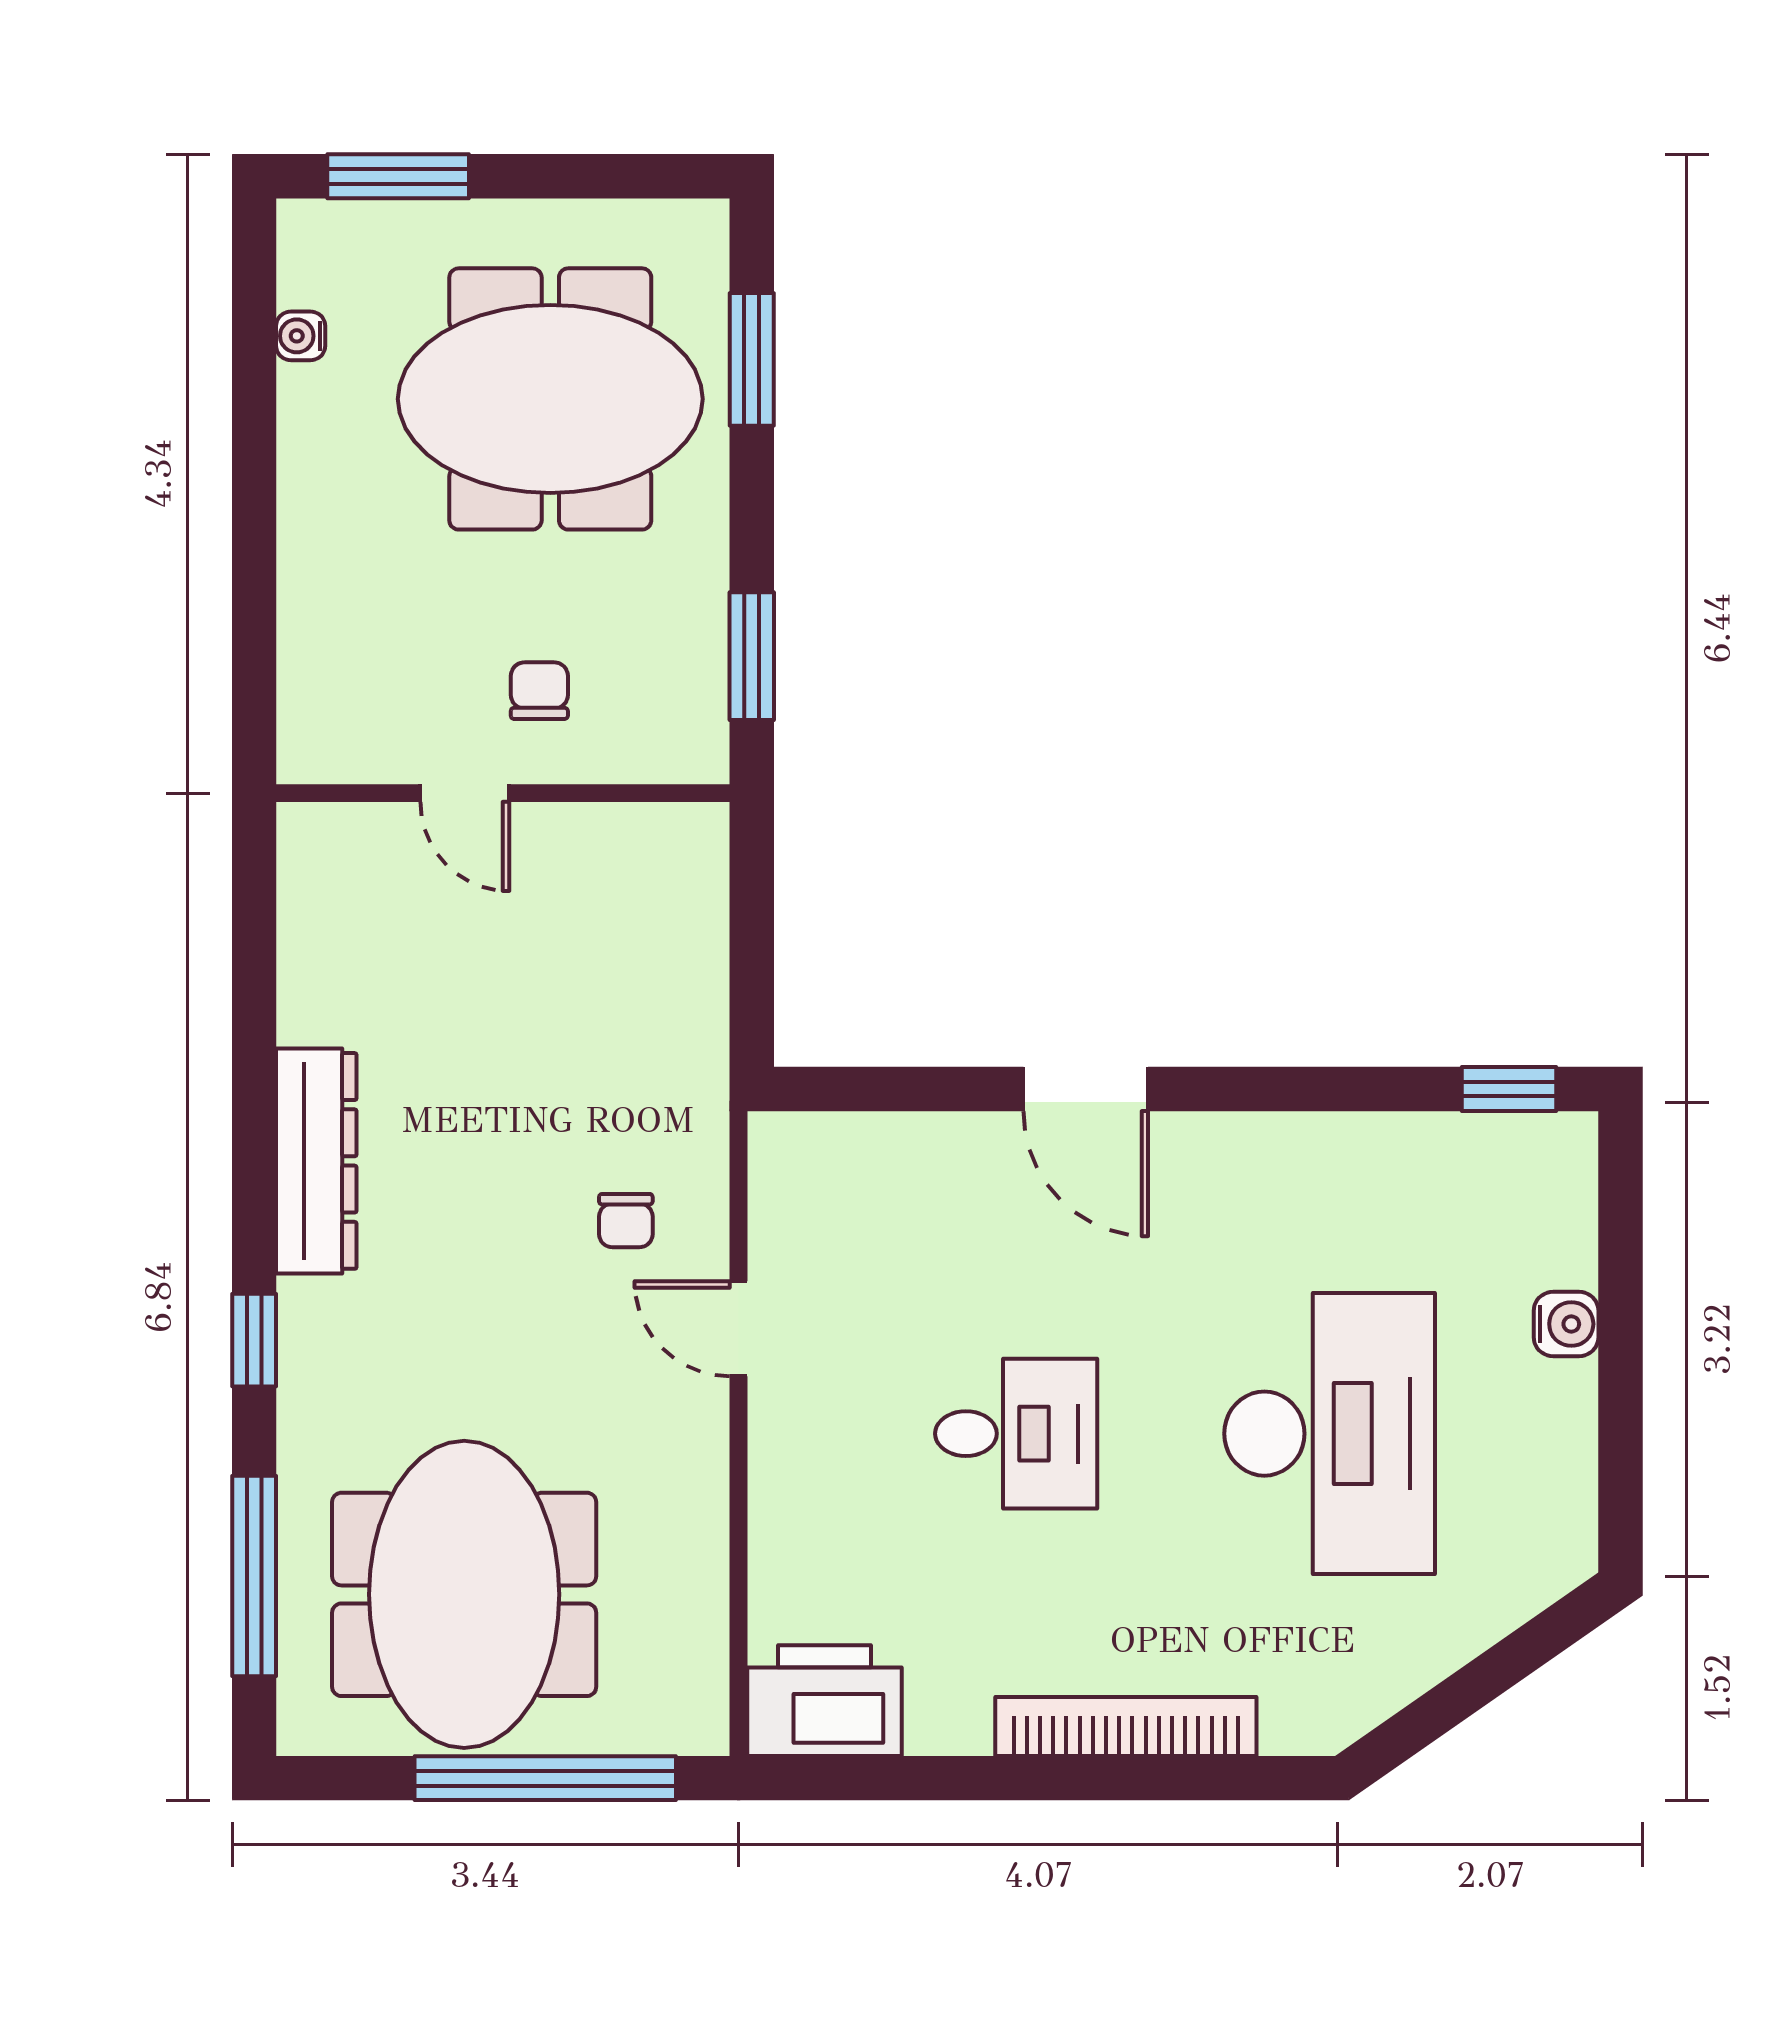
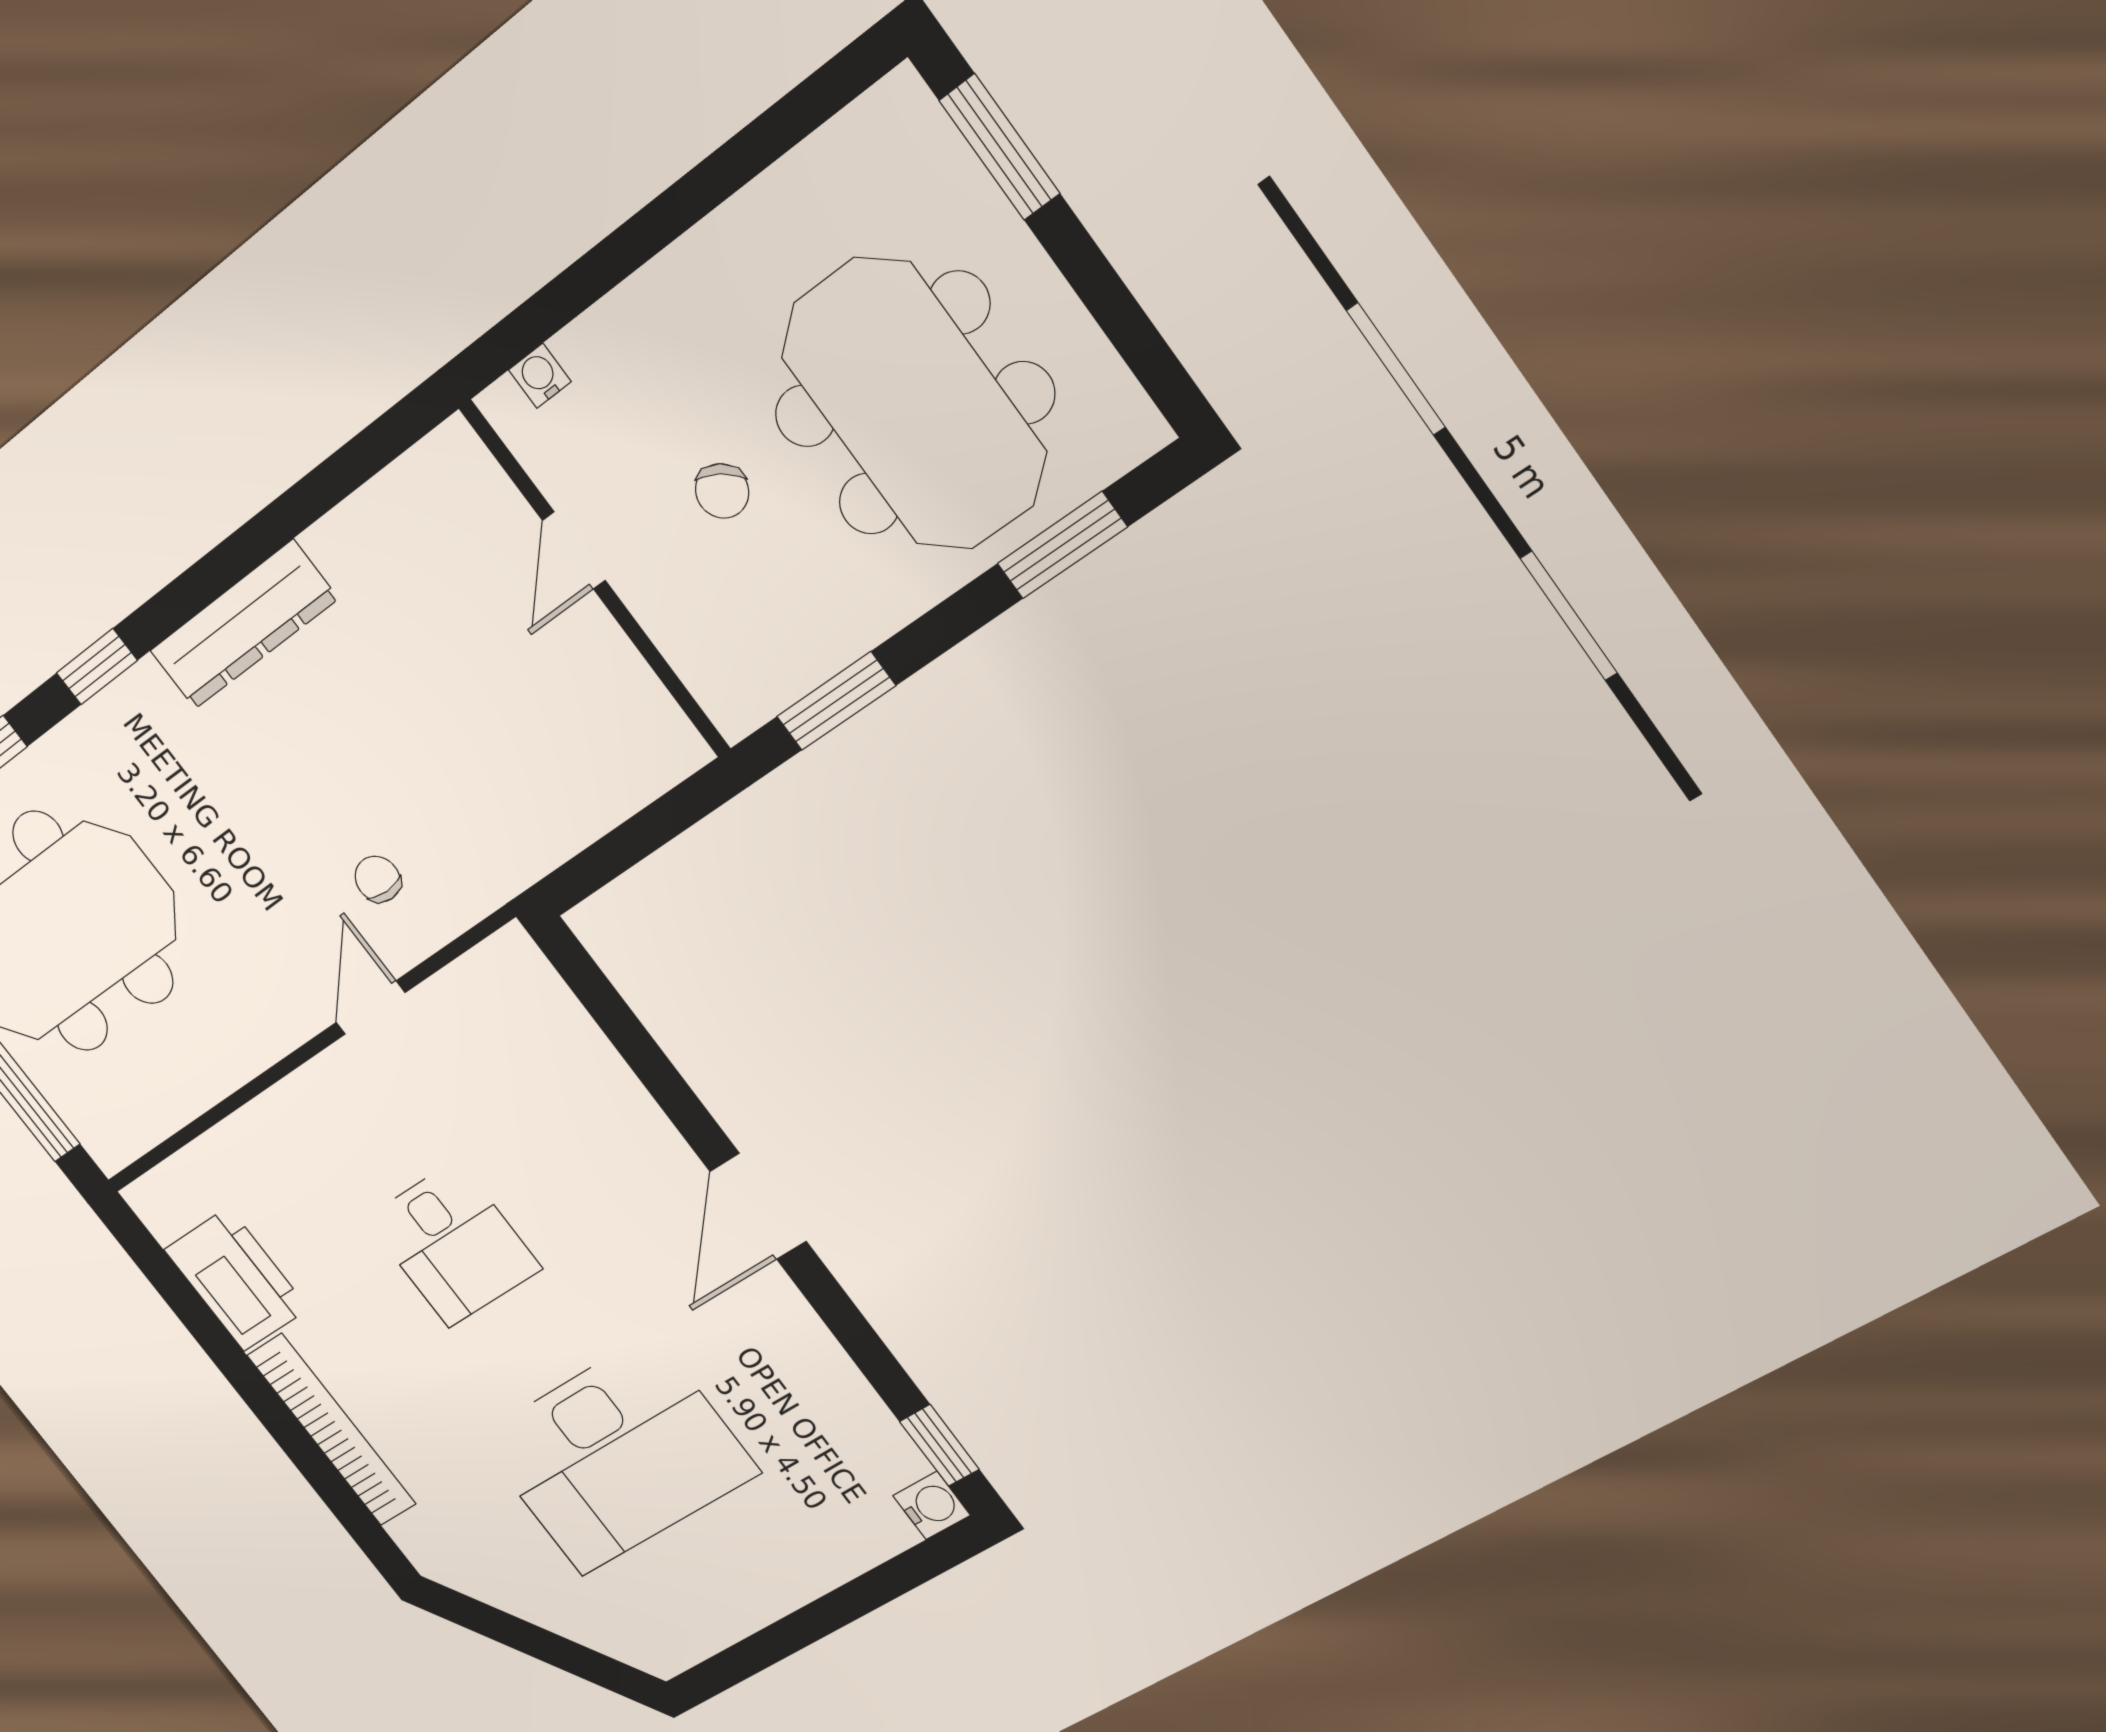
water cooler: (301, 336) -> (540, 376), moved
chair: (539, 691) -> (722, 491), moved, turned 123
door: (1086, 1089) -> (758, 1206), moved
chair: (626, 1221) -> (378, 879), turned 90
water cooler: (1566, 1324) -> (932, 1505), moved, turned -90
printer: (825, 1701) -> (236, 1279), moved

